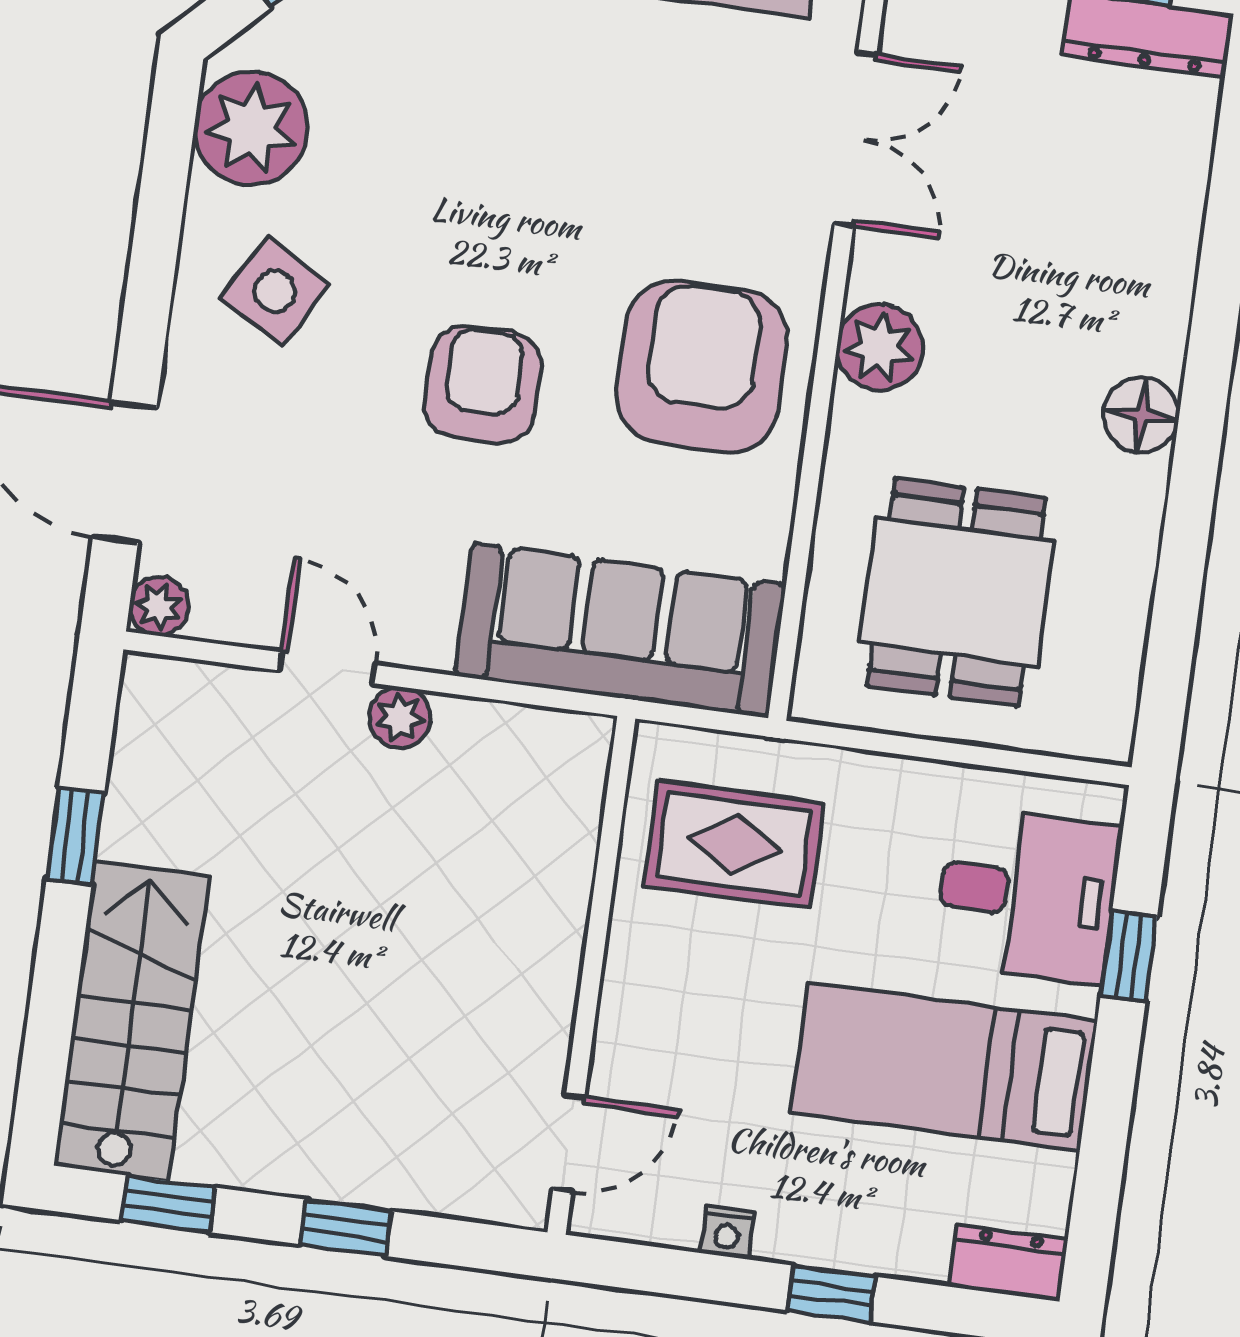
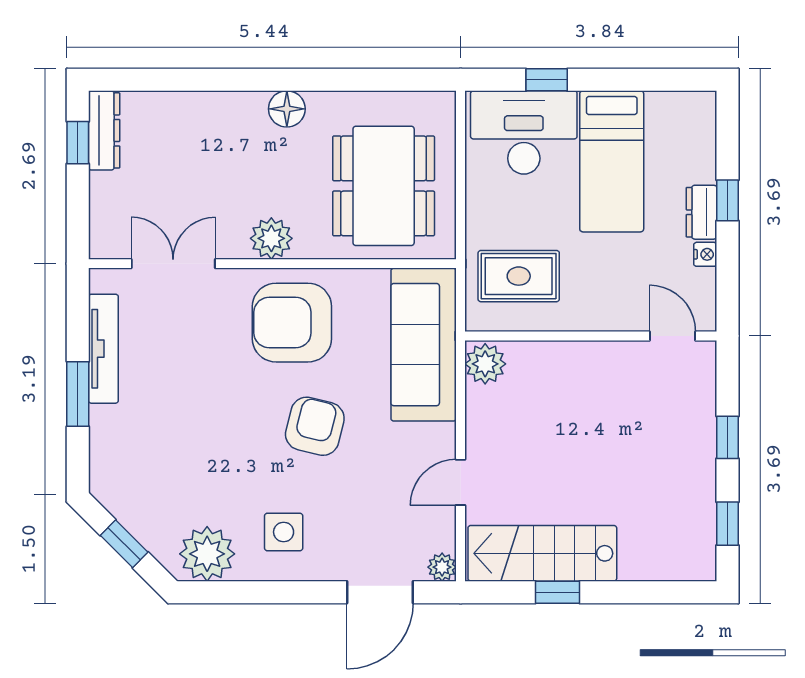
side table: (275, 291) -> (284, 532), turned -30
armchair: (483, 384) -> (315, 426), turned 104
dining table: (957, 592) -> (384, 186), width x1.38
plant: (400, 717) -> (485, 364), moved, width x1.38, depth x1.38
rug: (734, 844) -> (519, 276), turned 90
desk: (1027, 894) -> (524, 132), width x1.37
stairs: (132, 1021) -> (542, 553), moved
dresser: (1008, 1263) -> (702, 212), moved

